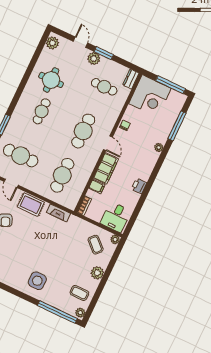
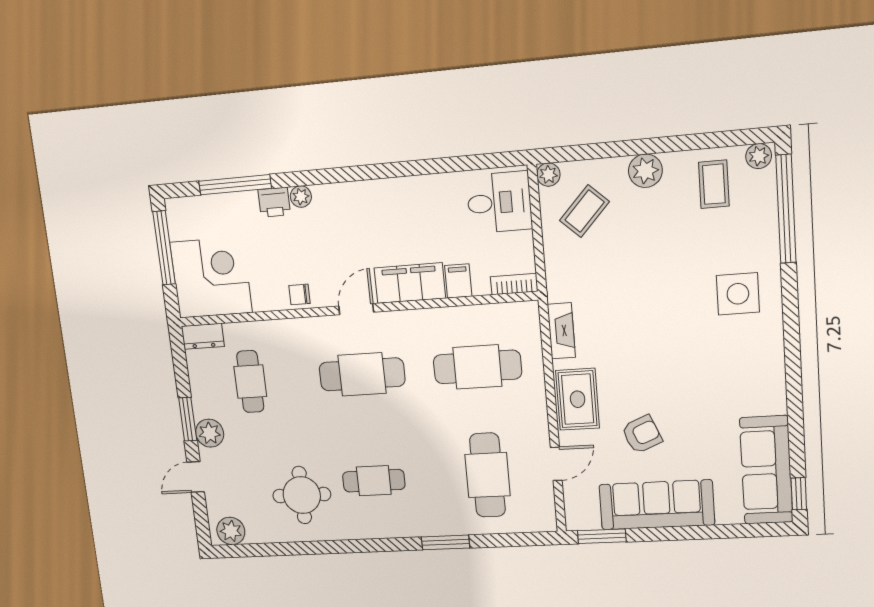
printer: (139, 186) -> (274, 202), moved

